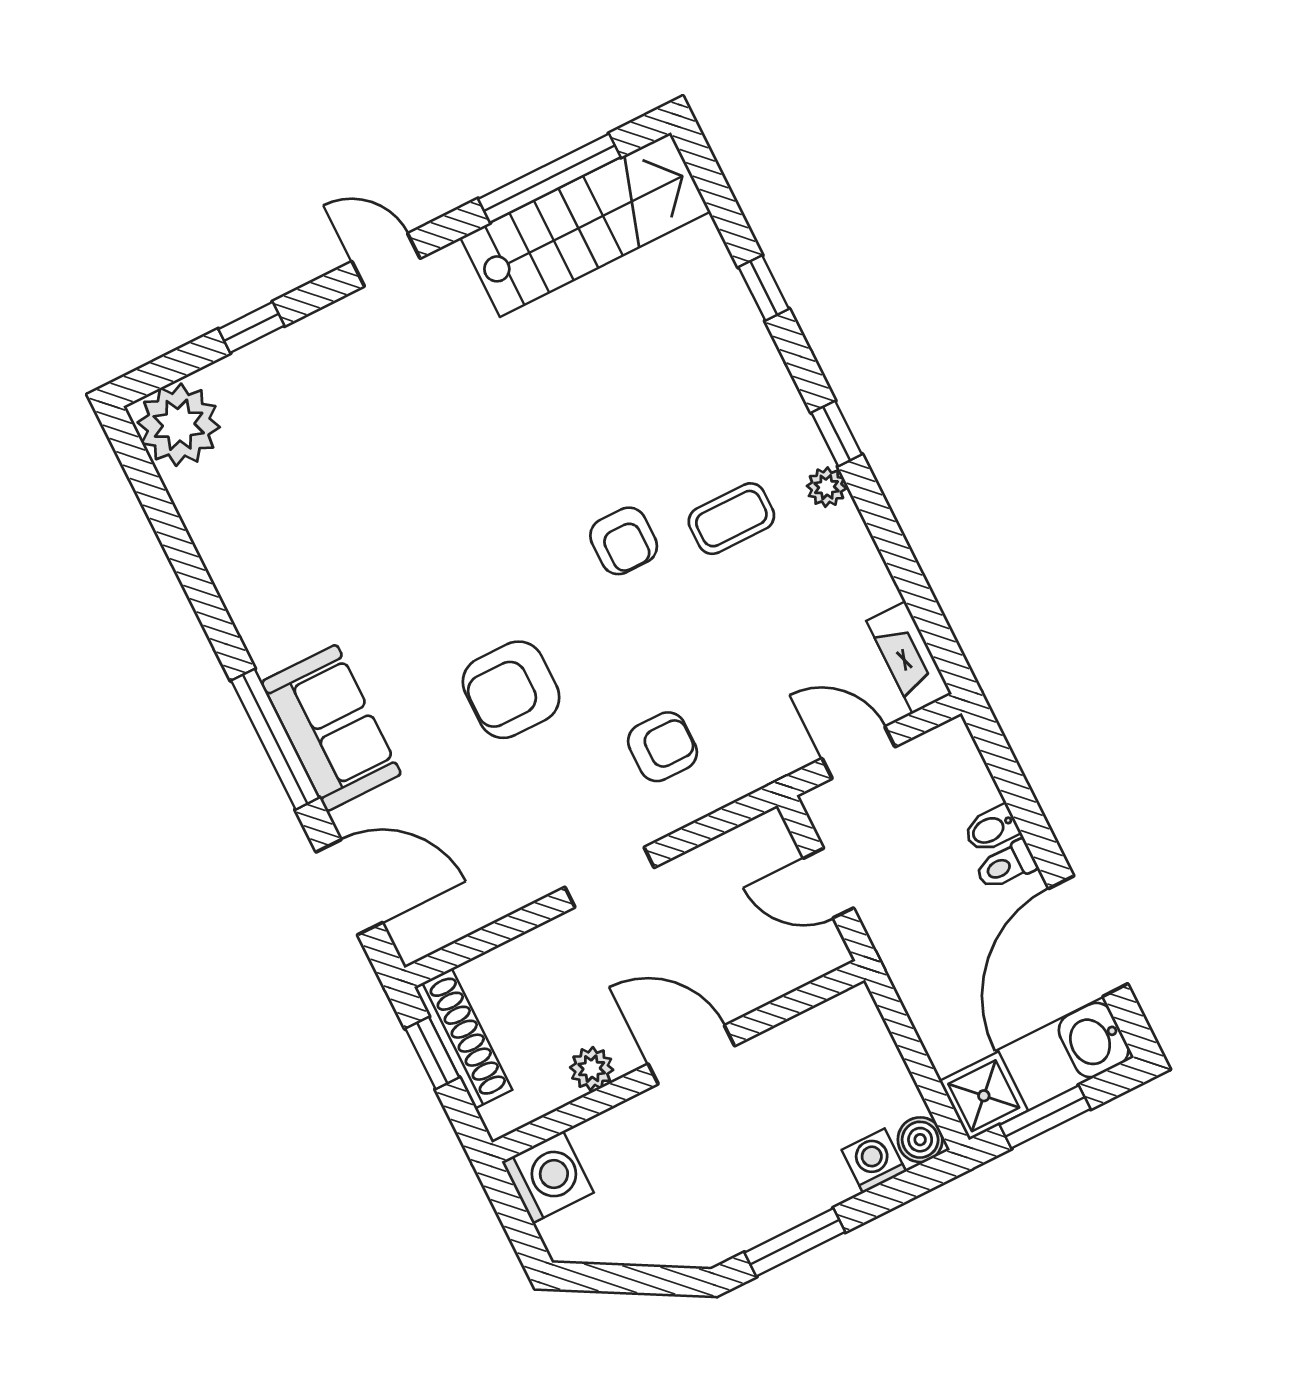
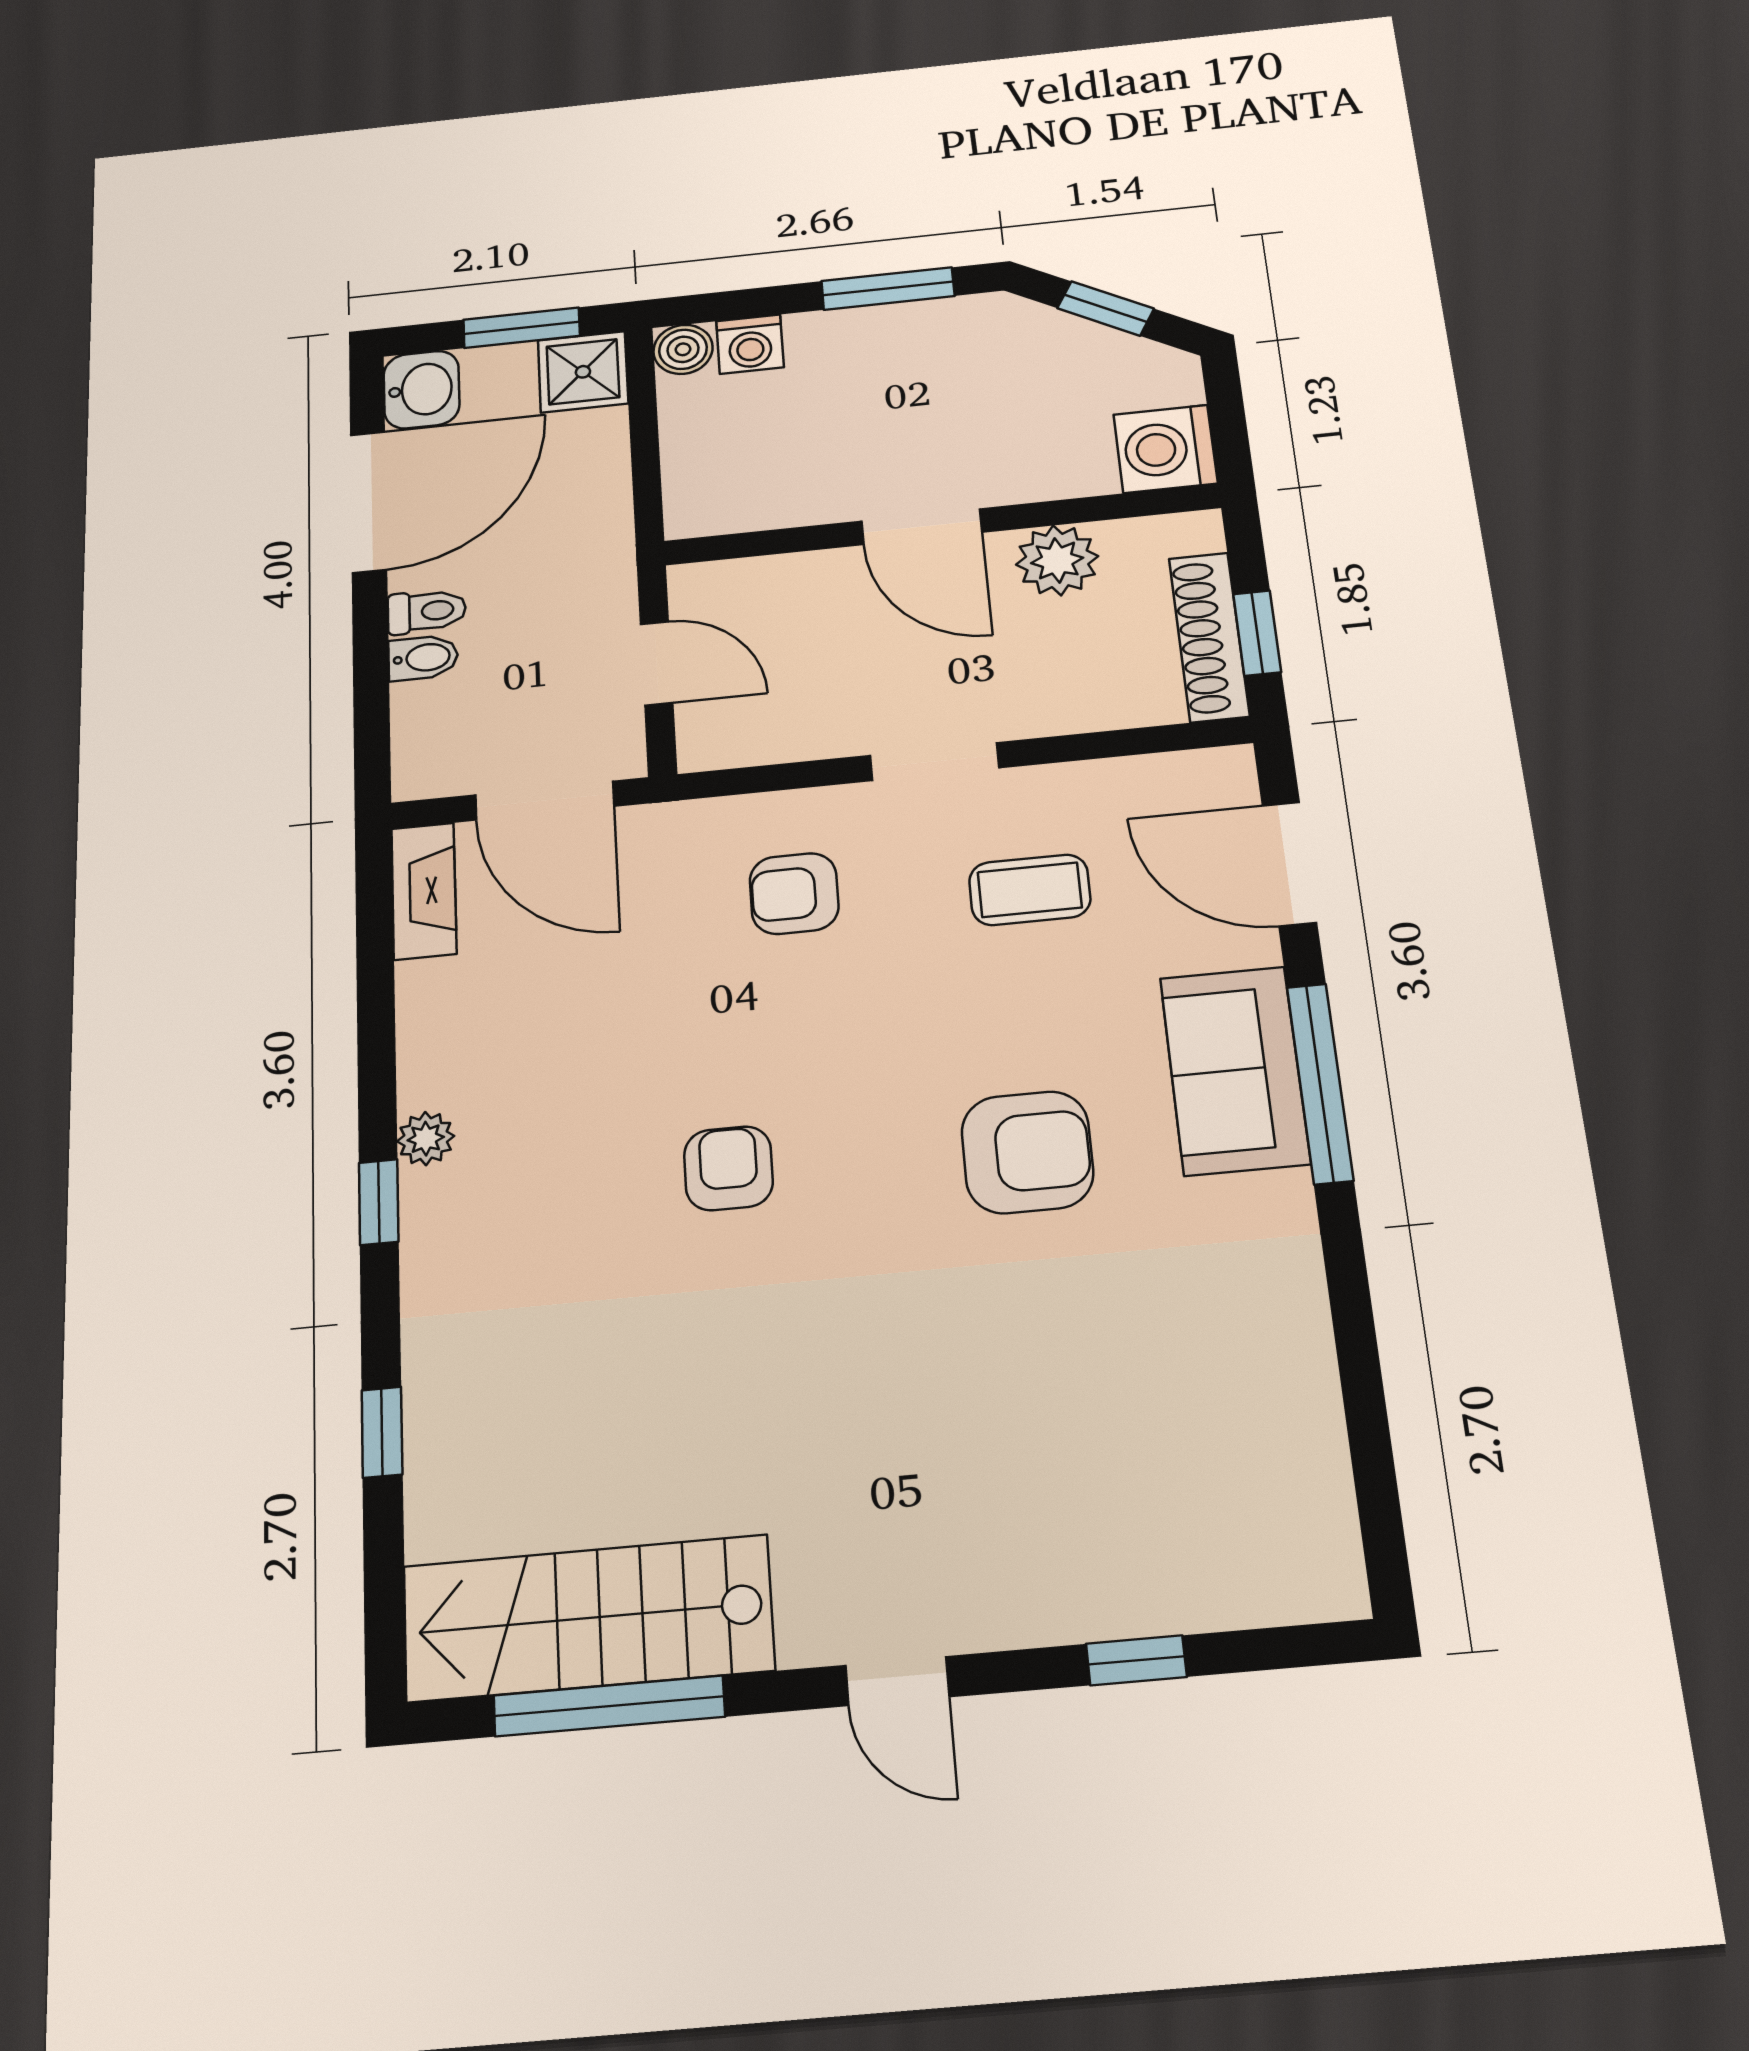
plant: (179, 425) -> (1299, 1560), removed
coffee table: (731, 519) -> (1030, 890), moved
armchair: (511, 690) -> (1027, 1152), moved
door: (858, 753) -> (544, 801), width x1.38
plant: (592, 1069) -> (1057, 560), width x1.38, depth x1.38
window: (633, 1279) -> (1106, 308), added

